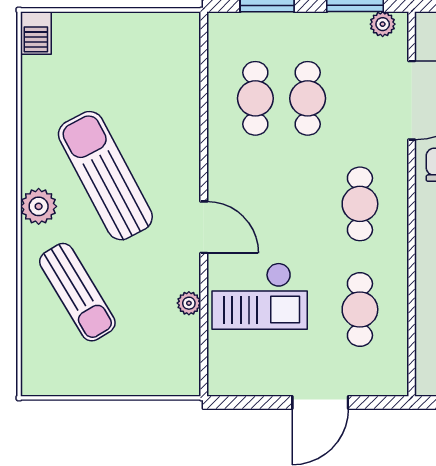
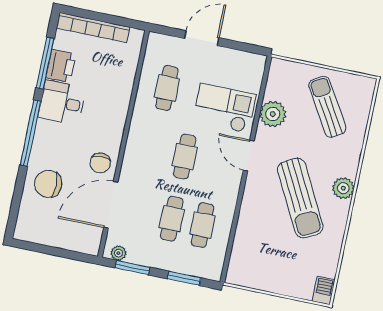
cafe table: (360, 204) -> (185, 157), moved
sun lounger: (77, 292) -> (327, 107), moved
plant: (189, 303) -> (273, 114), width x1.88, depth x1.88

